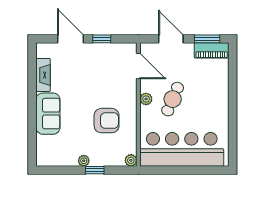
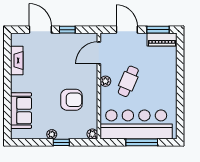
door: (138, 66) -> (99, 53), swing flipped
sofa: (48, 114) -> (21, 111), moved
window: (188, 170) -> (142, 142), added

